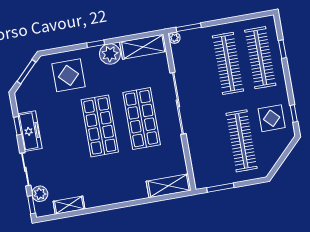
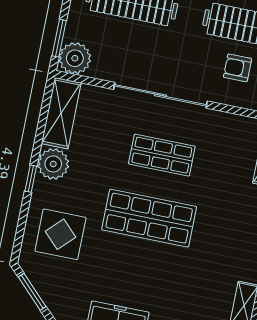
plant: (174, 38) -> (75, 58), width x1.88, depth x1.88
shop shelf: (142, 119) -> (162, 155), width x0.70, depth x0.74
armchair: (213, 144) -> (237, 68), added

